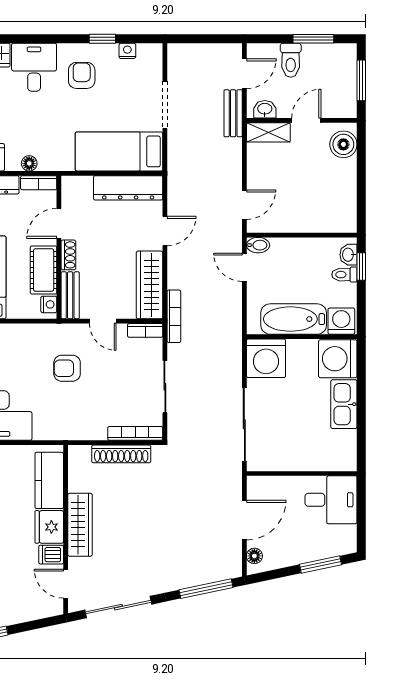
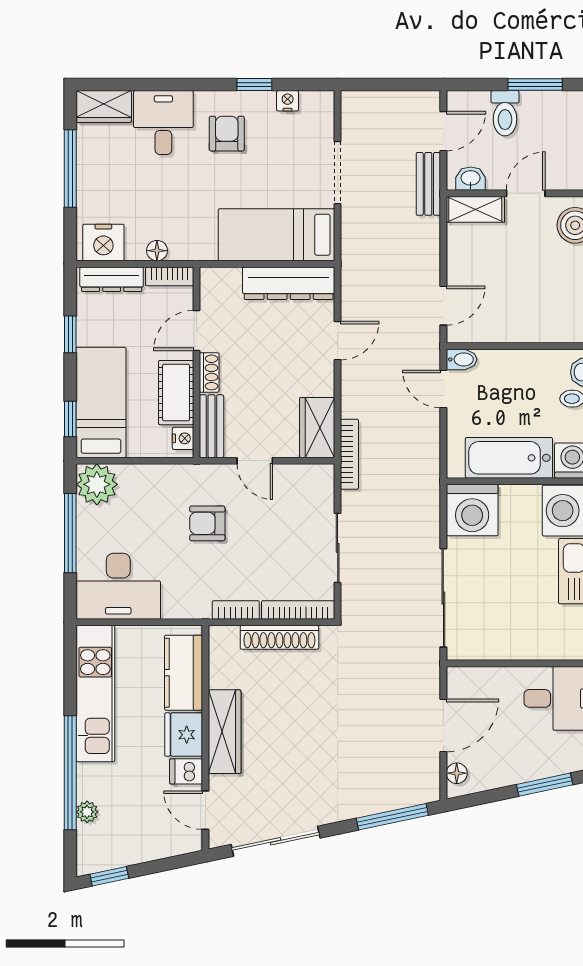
wardrobe: (150, 285) -> (317, 428), width x0.67
bookcase: (145, 330) -> (236, 610), moved, turned 180

